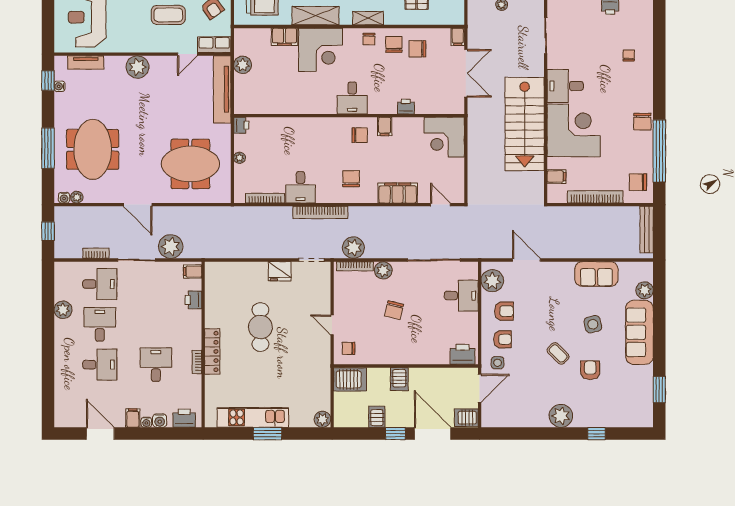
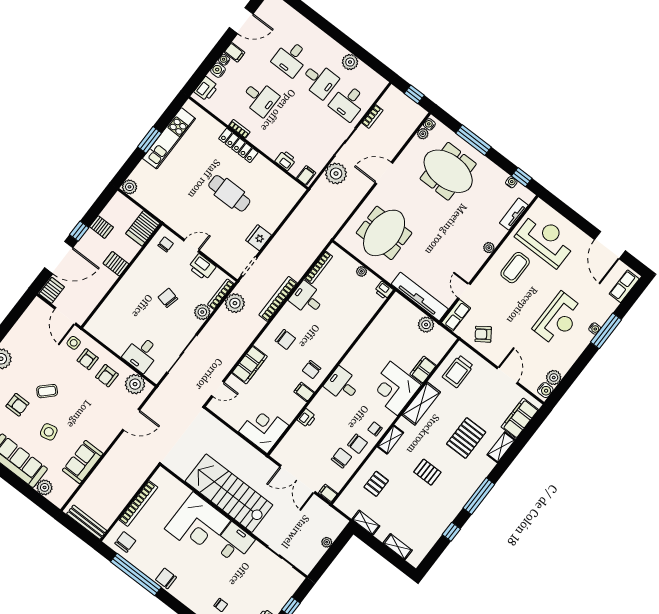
coffee table: (168, 15) -> (515, 268), moved
plant: (137, 67) -> (489, 248), width x0.53, depth x0.53
filing cabinet: (557, 176) -> (174, 487), removed
printer: (463, 354) -> (202, 267), moved, turned 90

